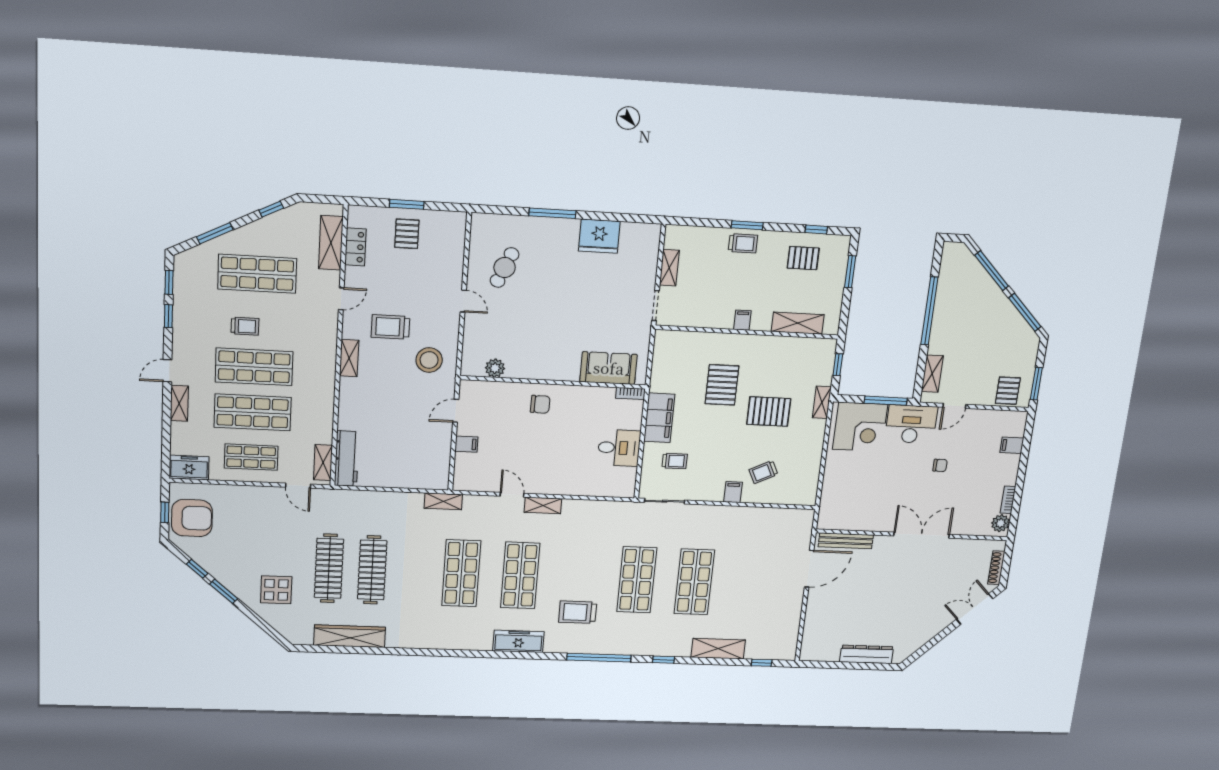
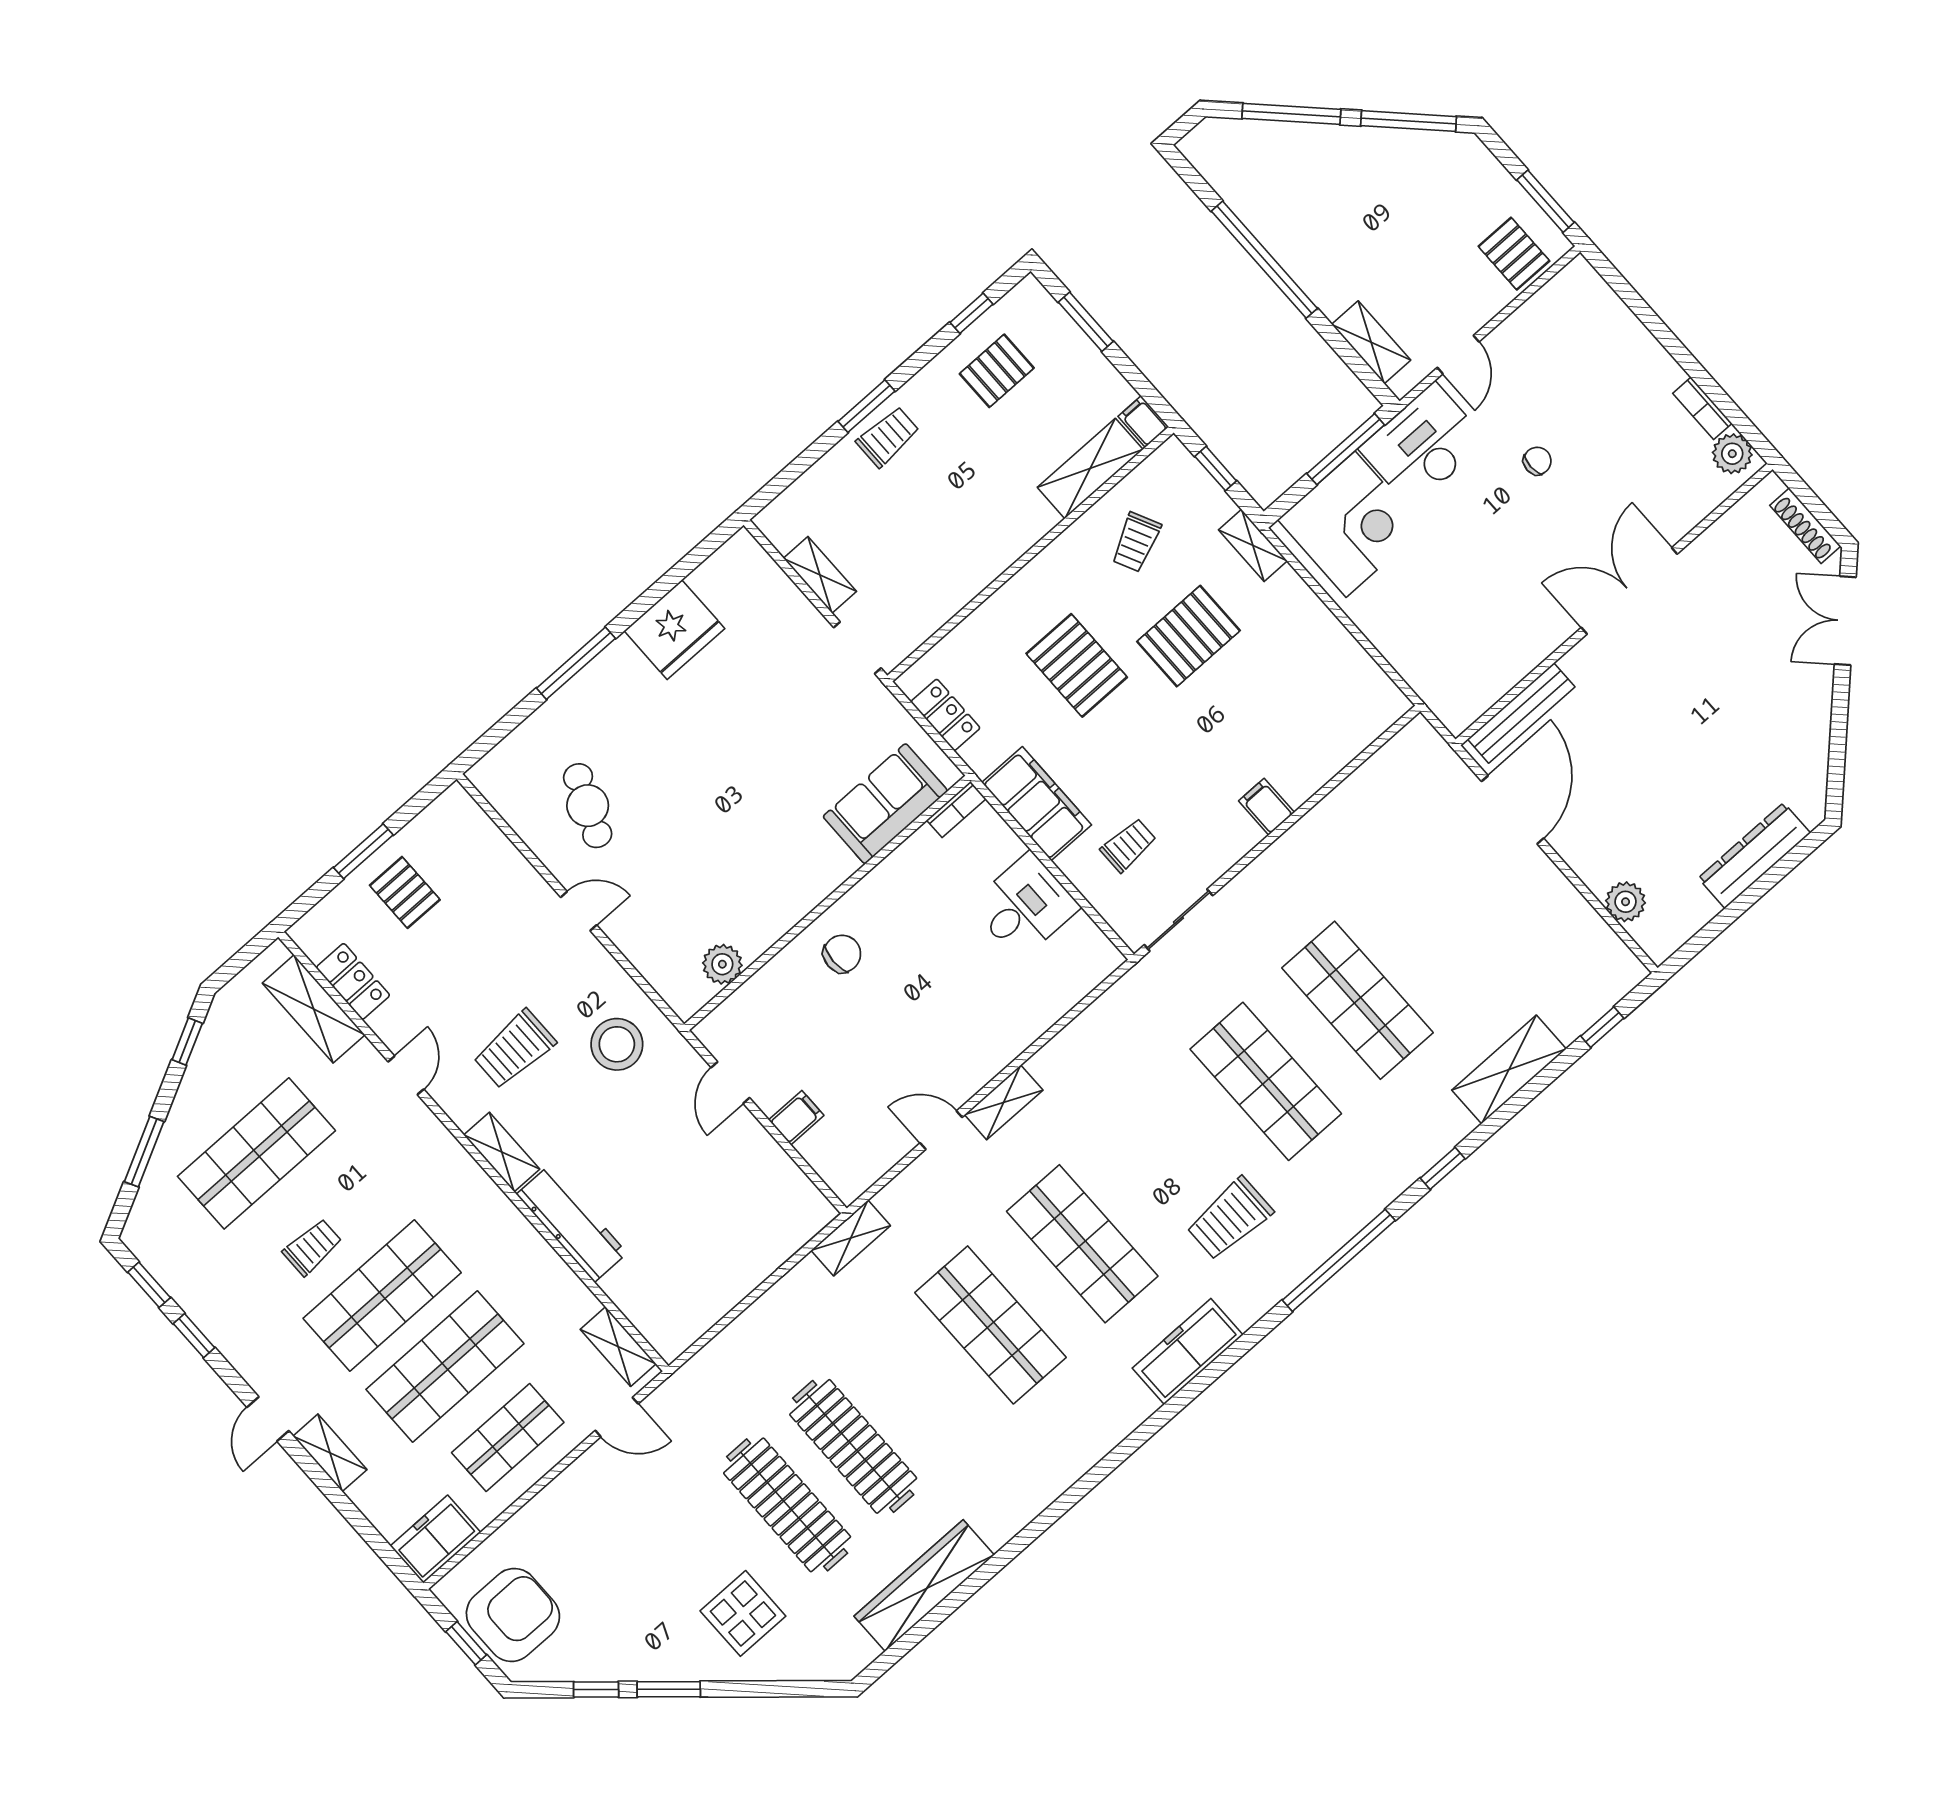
filing cabinet: (742, 320) -> (1143, 422), moved
locker: (661, 358) -> (945, 715), added
filing cabinet: (1012, 445) -> (1614, 324), removed
workbench: (347, 459) -> (572, 1224), moved
trolley: (763, 472) -> (1136, 542), moved
plant: (812, 631) -> (1626, 902), added

